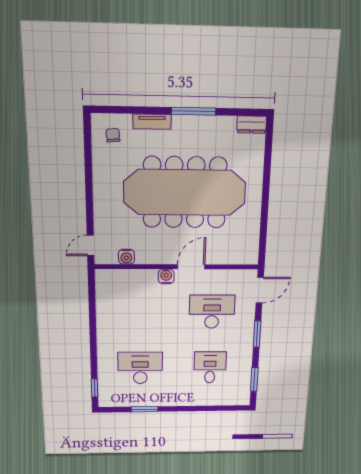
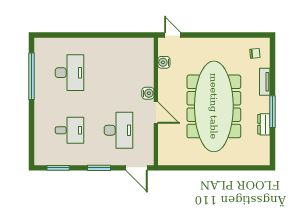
dresser: (252, 125) -> (264, 124), moved
window: (95, 388) -> (52, 35), removed
window: (145, 409) -> (31, 76), width x2.11

